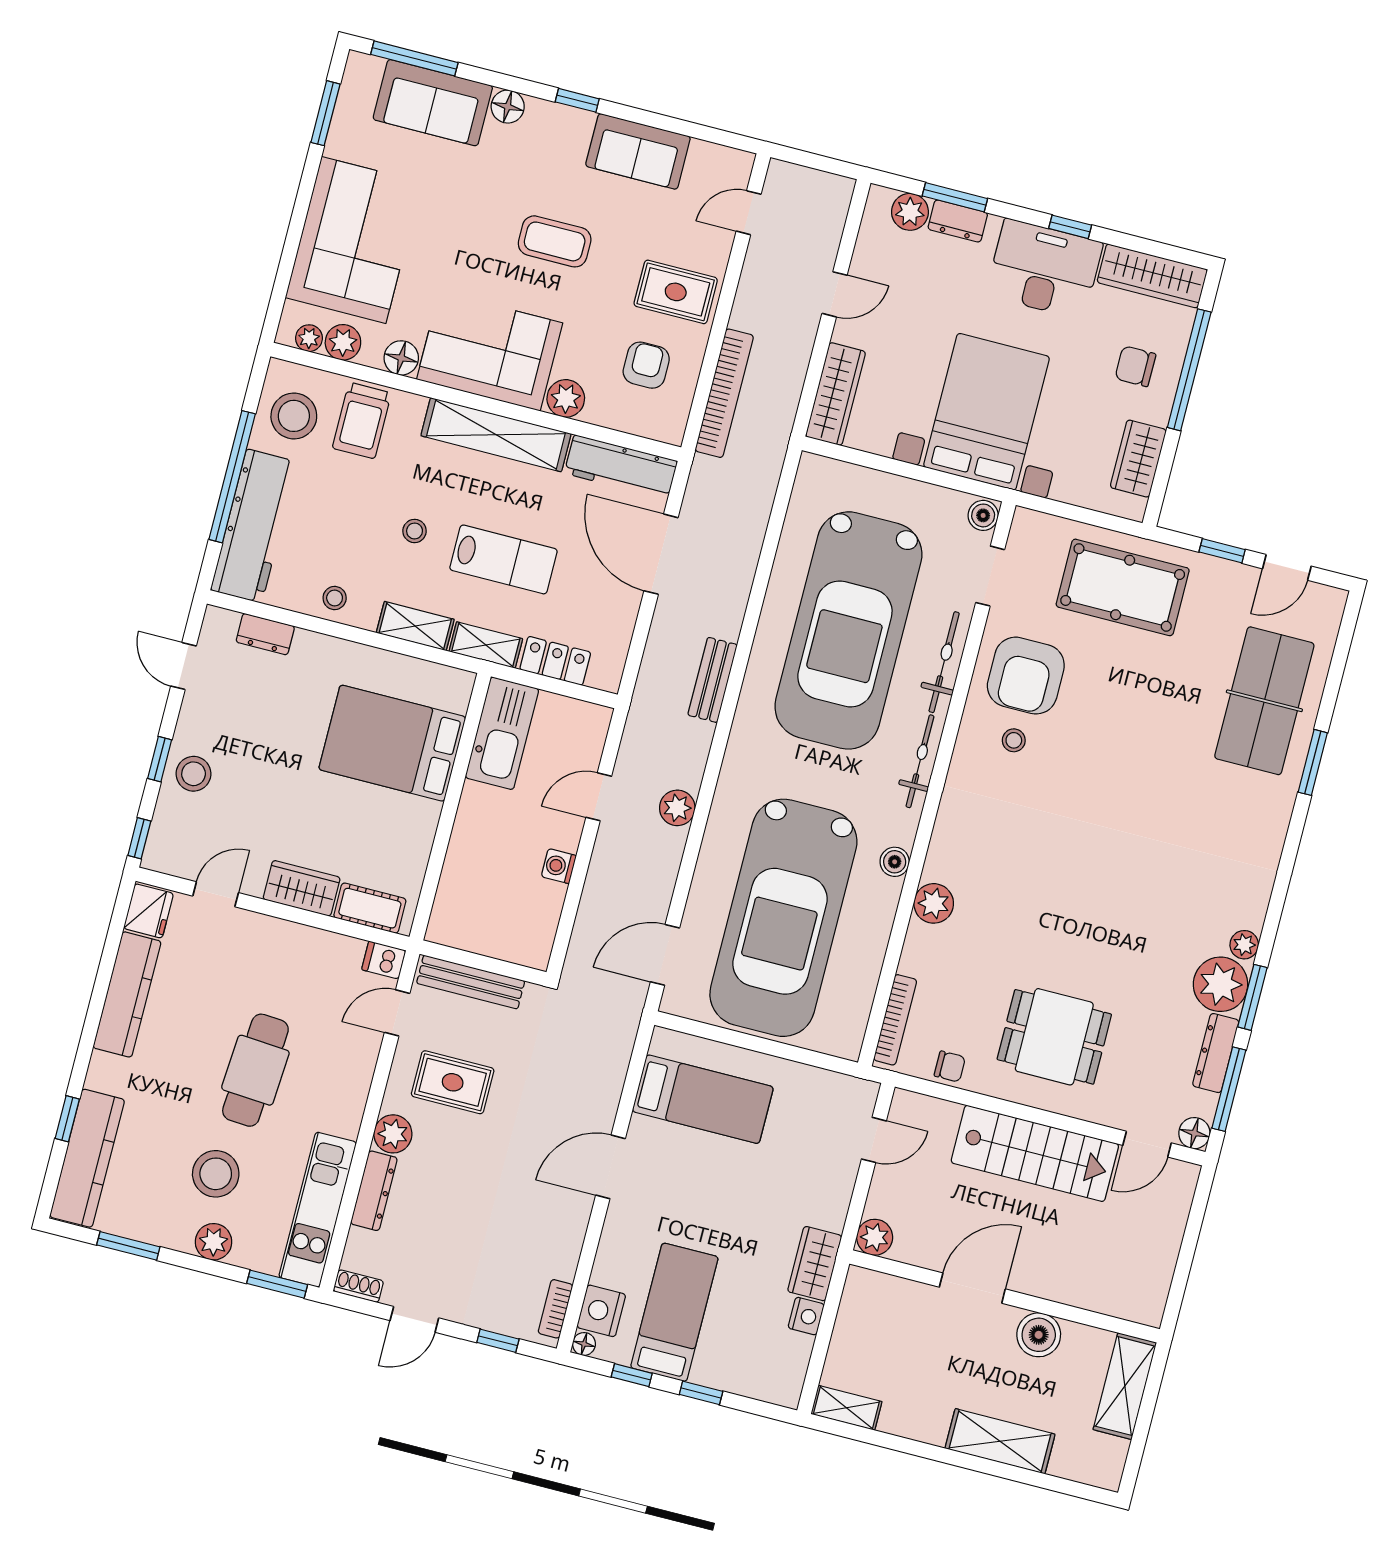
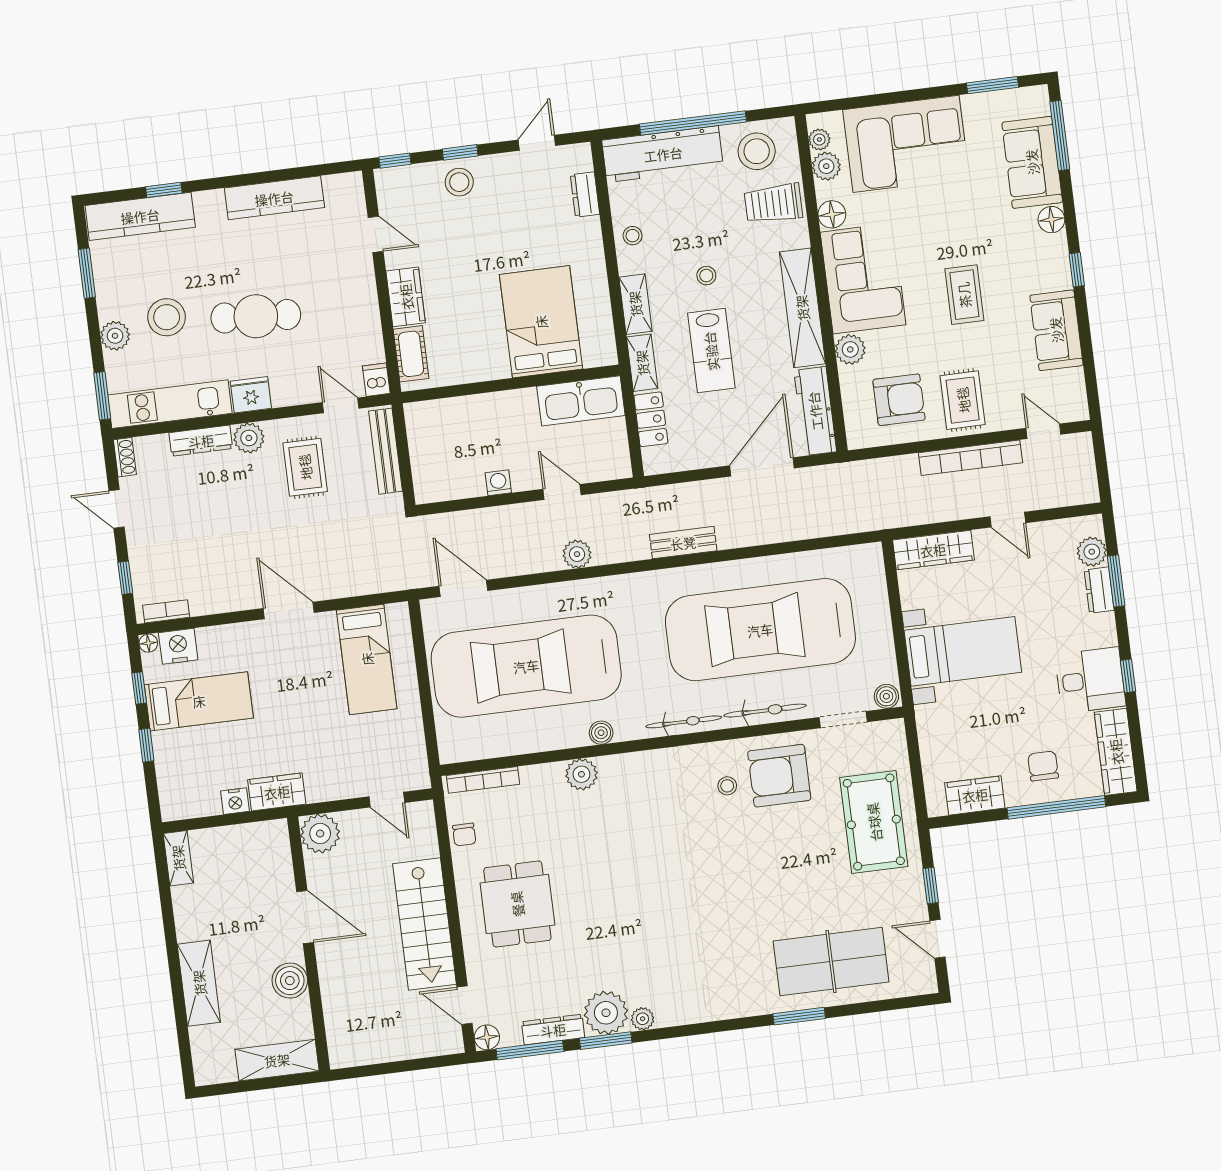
desk: (1044, 269) -> (1090, 680), width x0.73
armchair: (646, 365) -> (899, 400), width x1.38, depth x1.38
bookcase: (724, 393) -> (971, 458), moved
bed with nightstands: (987, 412) -> (963, 651), width x0.73
fridge: (148, 911) -> (251, 395), moved, turned 180
plant: (875, 1237) -> (320, 834), width x1.36, depth x1.36

